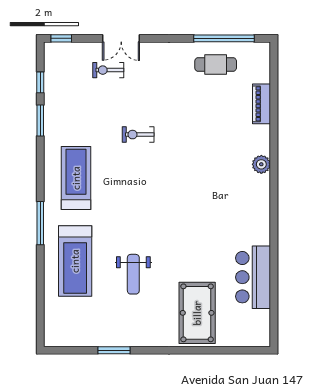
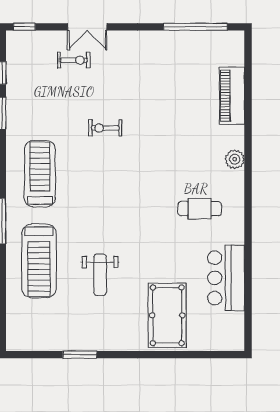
cafe table: (216, 64) -> (200, 209), moved
exercise bike: (108, 70) -> (74, 60), turned 180
piano: (262, 104) -> (232, 96), width x1.37, depth x1.33

